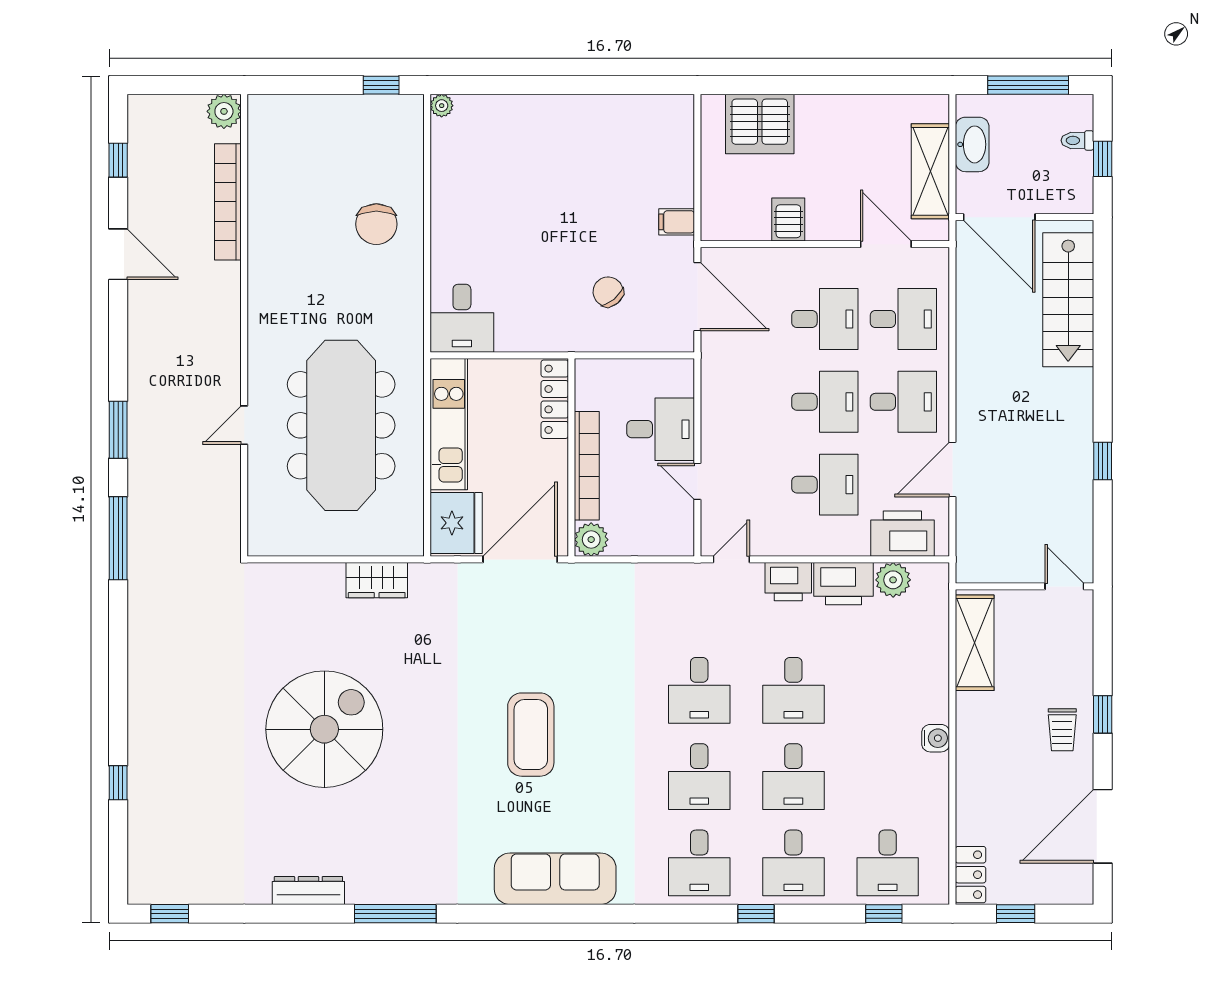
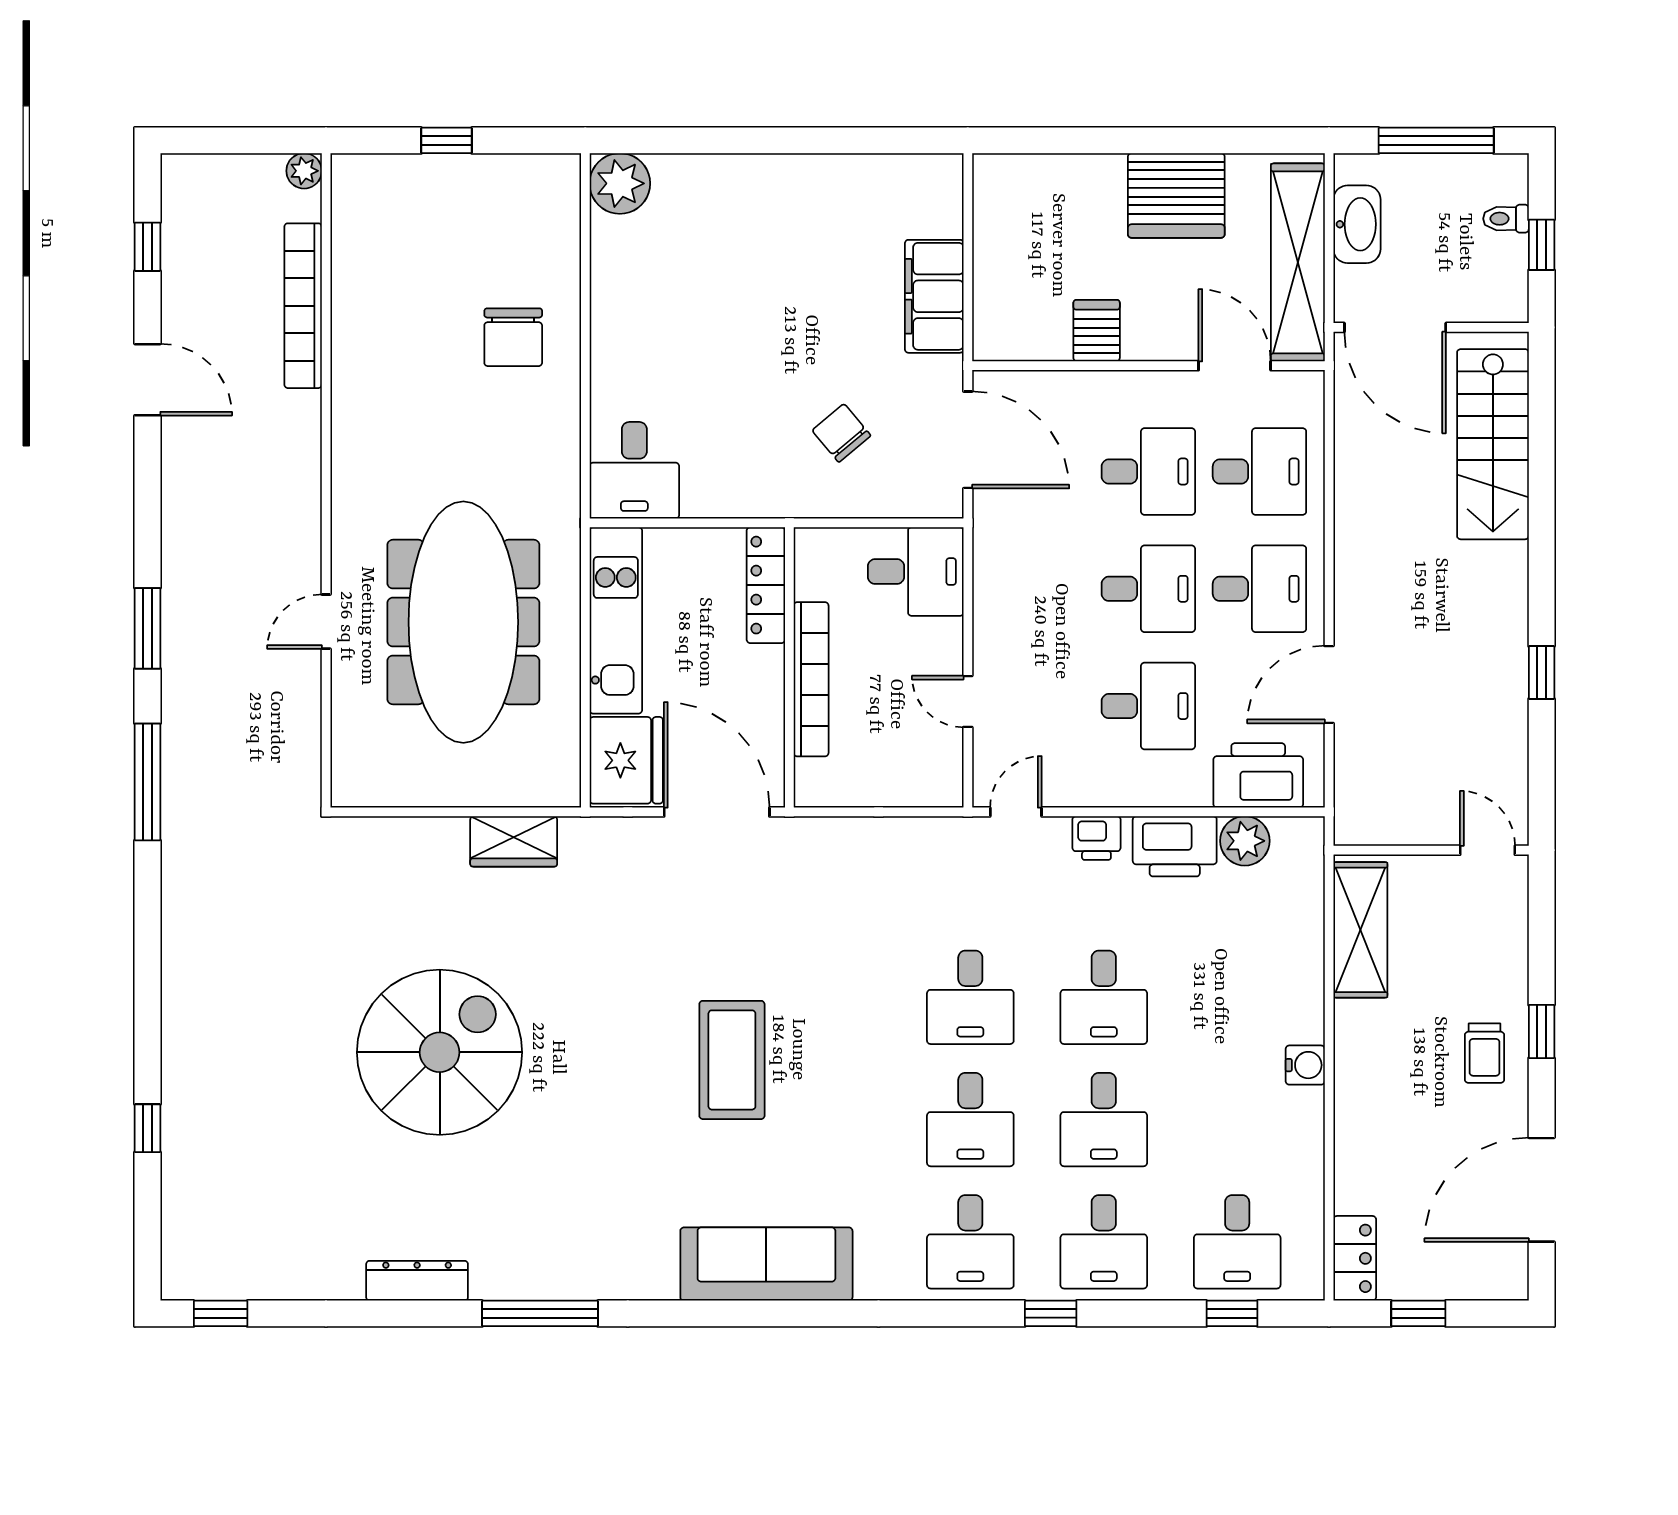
window: (381, 85) -> (446, 140), moved
plant: (442, 106) -> (620, 183), width x1.88, depth x1.88
plant: (224, 111) -> (304, 171), width x0.73, depth x0.73
server rack: (760, 124) -> (1176, 195), moved
shelving: (930, 171) -> (1298, 262), width x1.47
filing cabinet: (677, 222) -> (934, 296), width x3.00, depth x1.17
desk: (661, 429) -> (916, 572), moved
plant: (591, 540) -> (817, 784), removed
door: (520, 559) -> (717, 812), hinge flipped
printer: (788, 582) -> (1096, 838), width x0.73, depth x0.81

